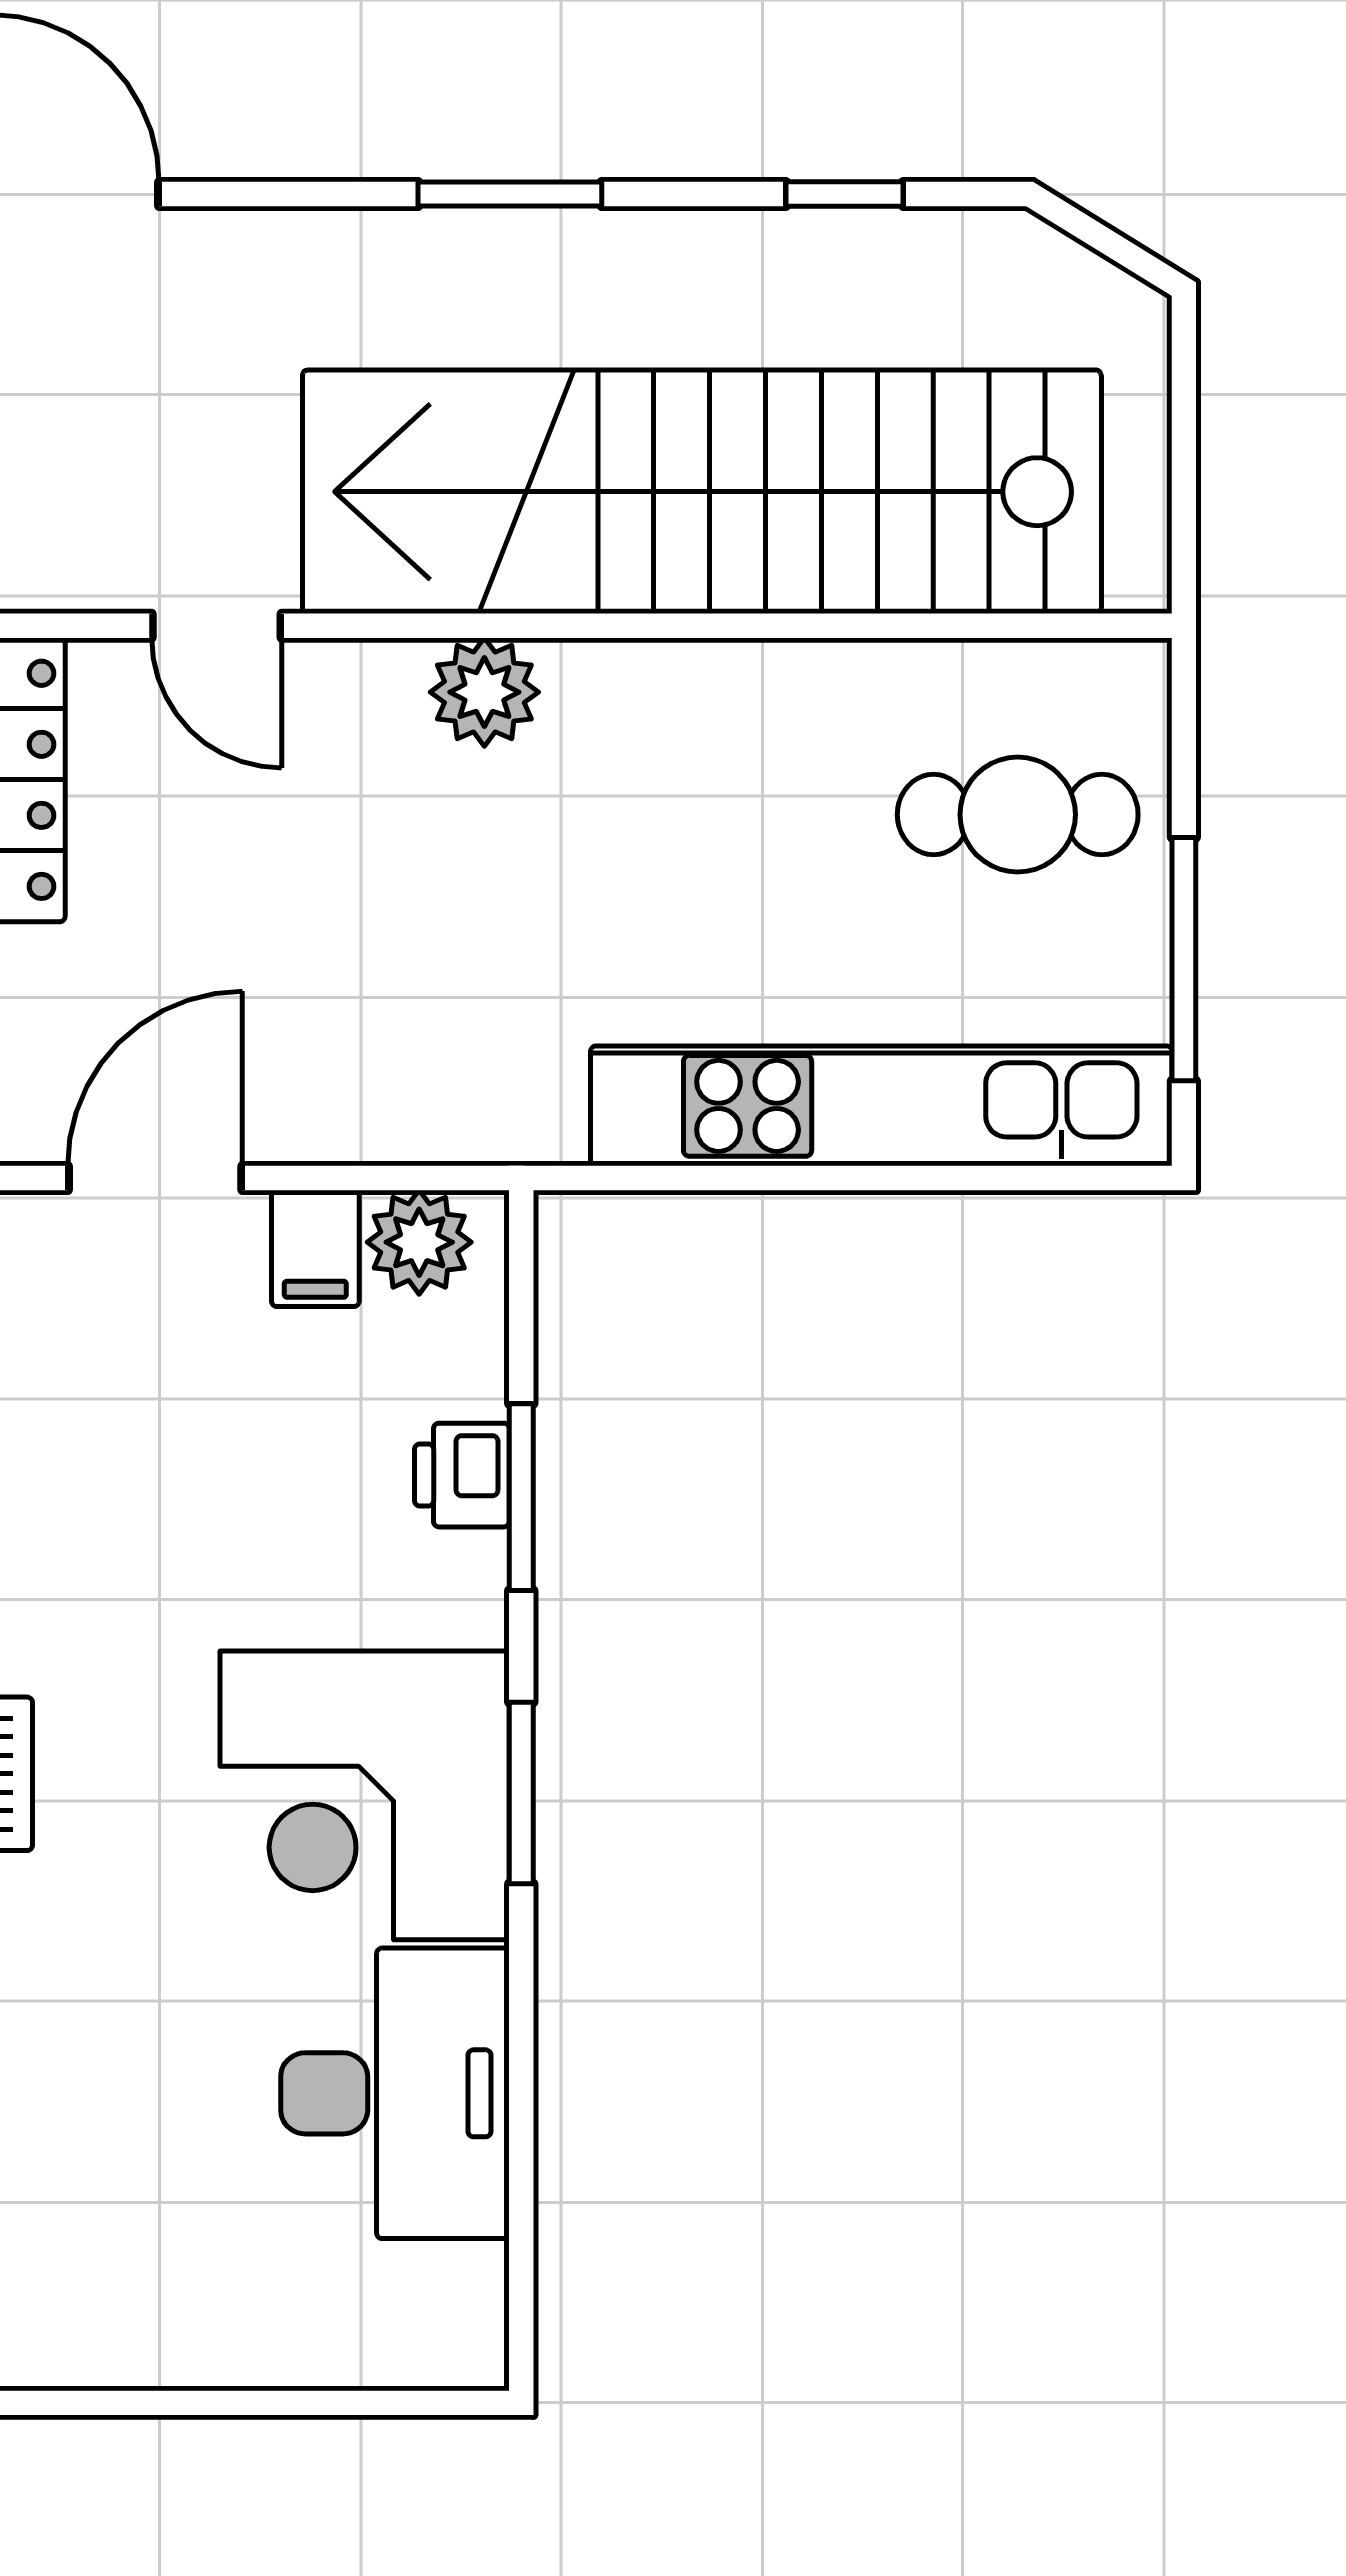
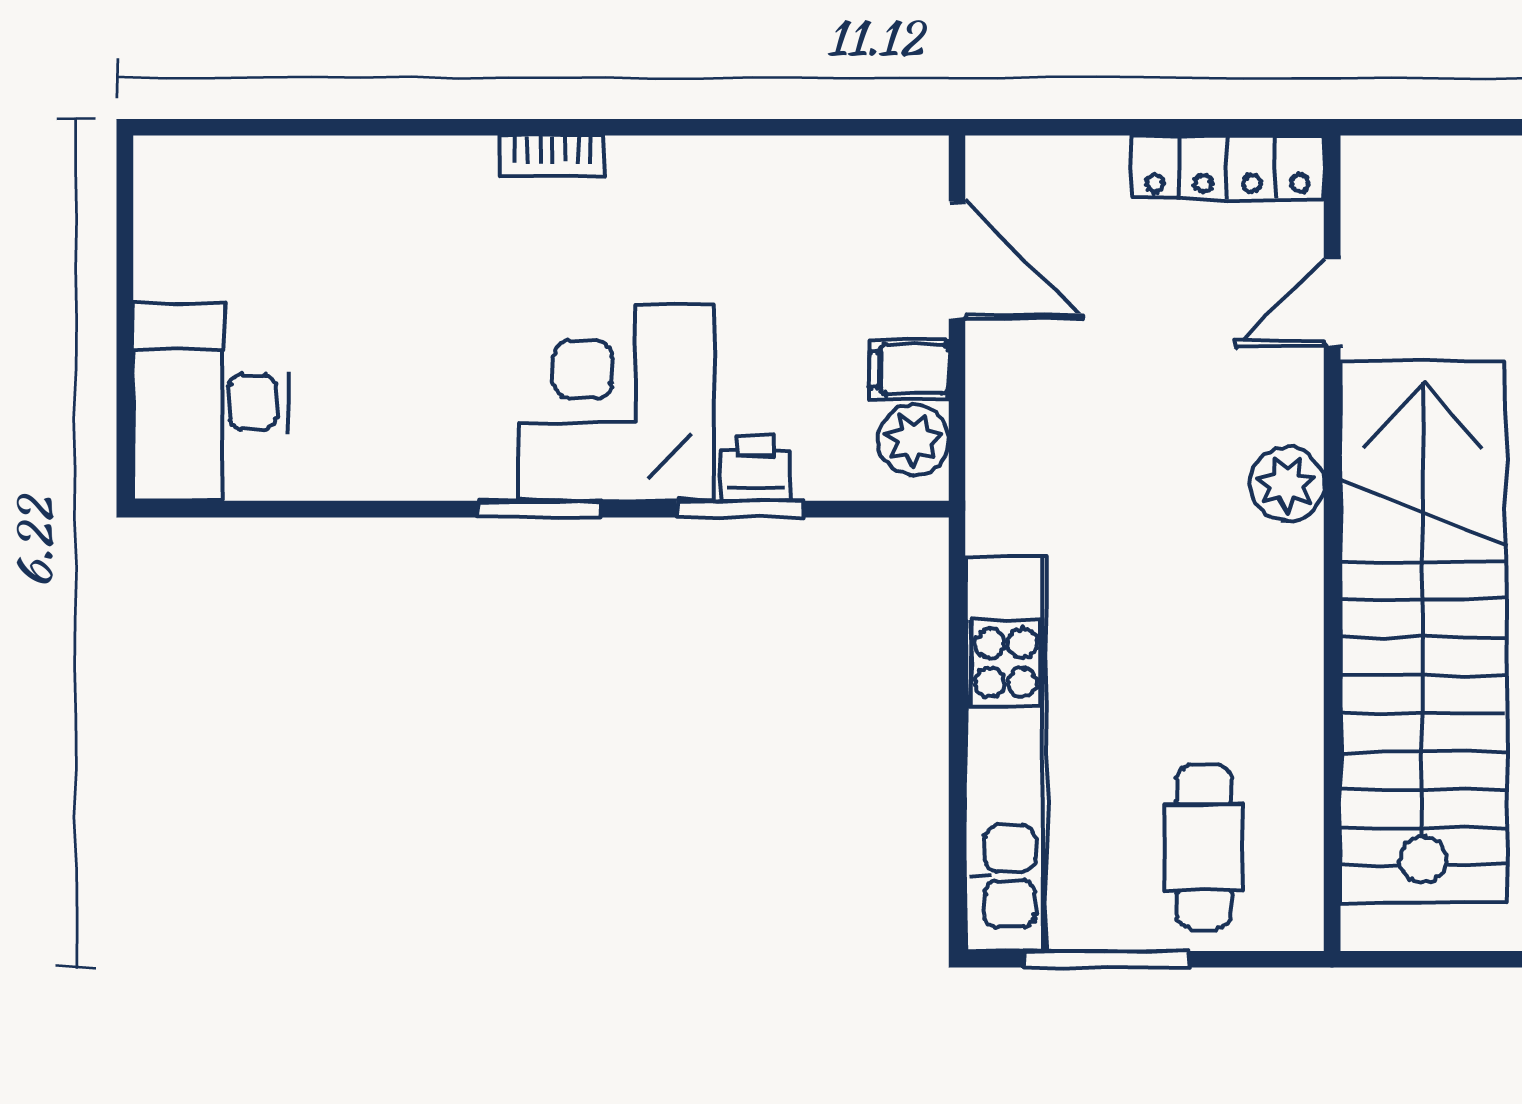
corner desk: (365, 1795) -> (616, 403), moved
desk: (395, 2093) -> (211, 402), moved, turned 90

